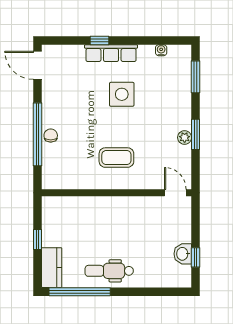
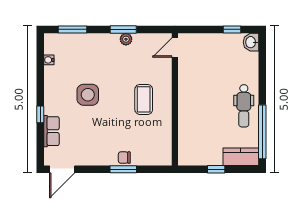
row of seats: (111, 53) -> (51, 131), moved, width x0.68
window: (37, 134) -> (123, 169), width x0.47
washbasin: (183, 254) -> (251, 42), moved, turned 90

